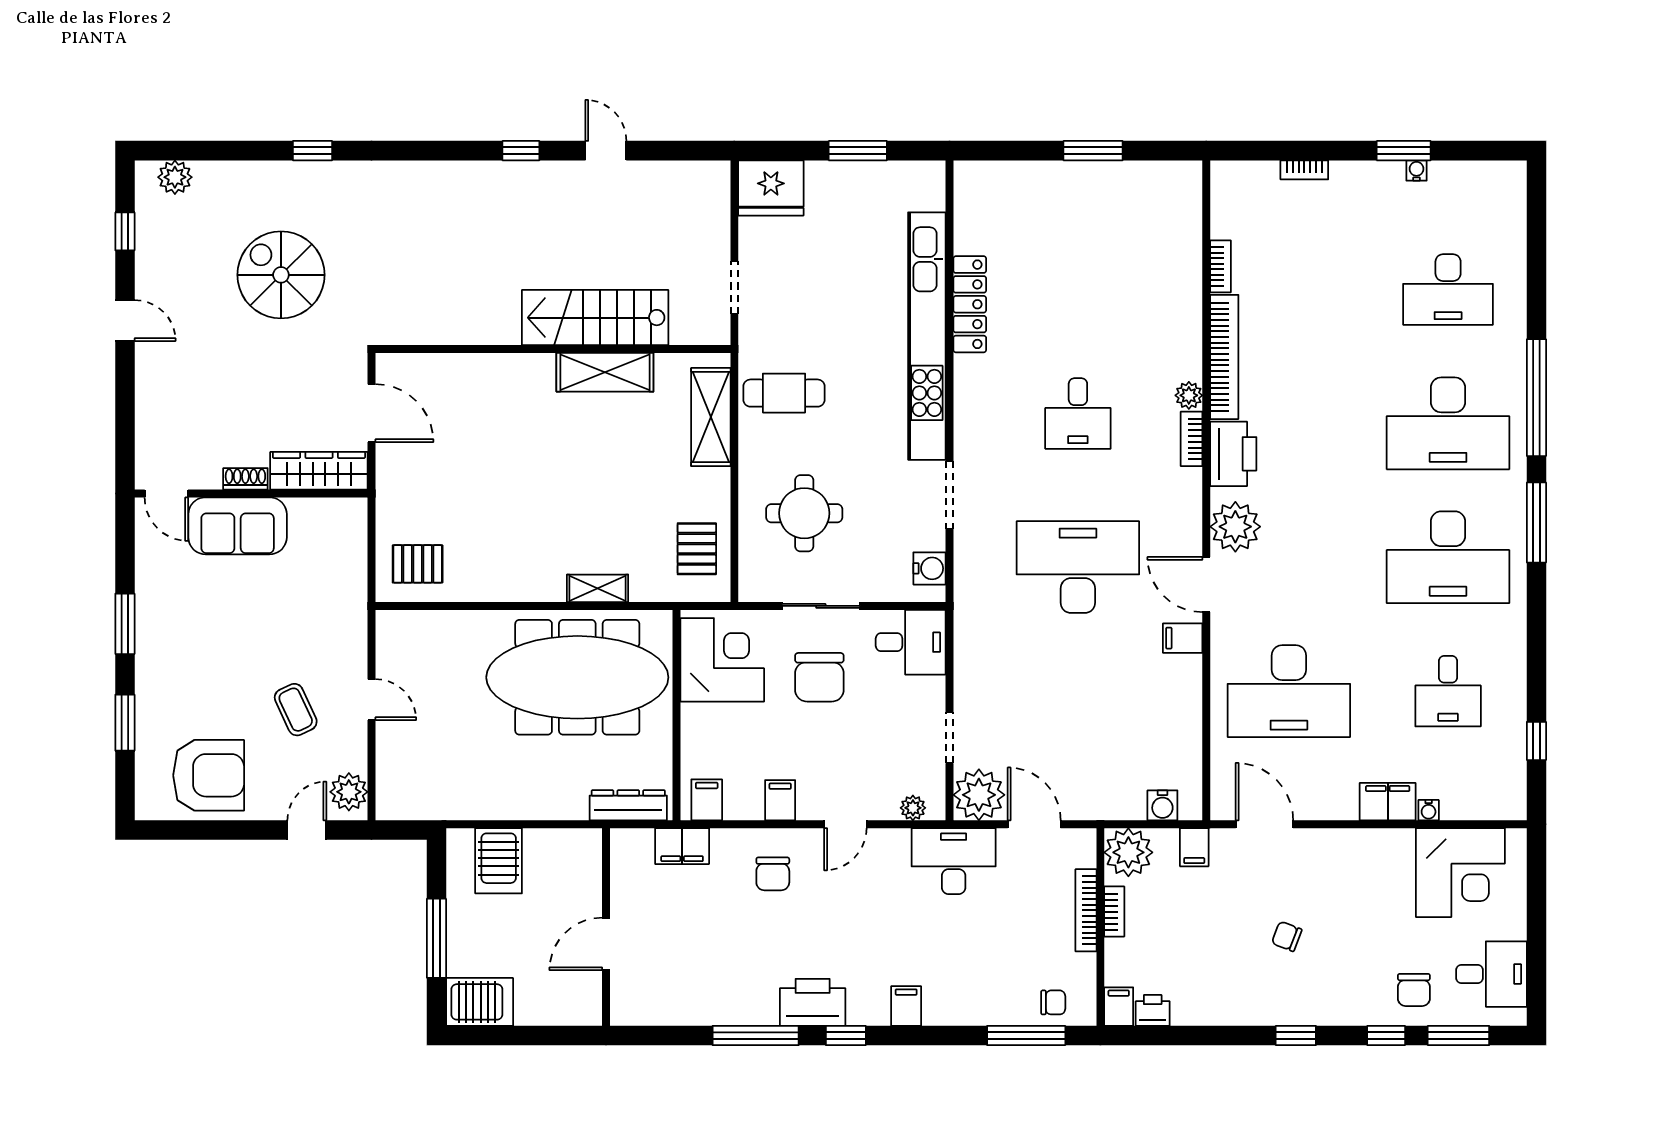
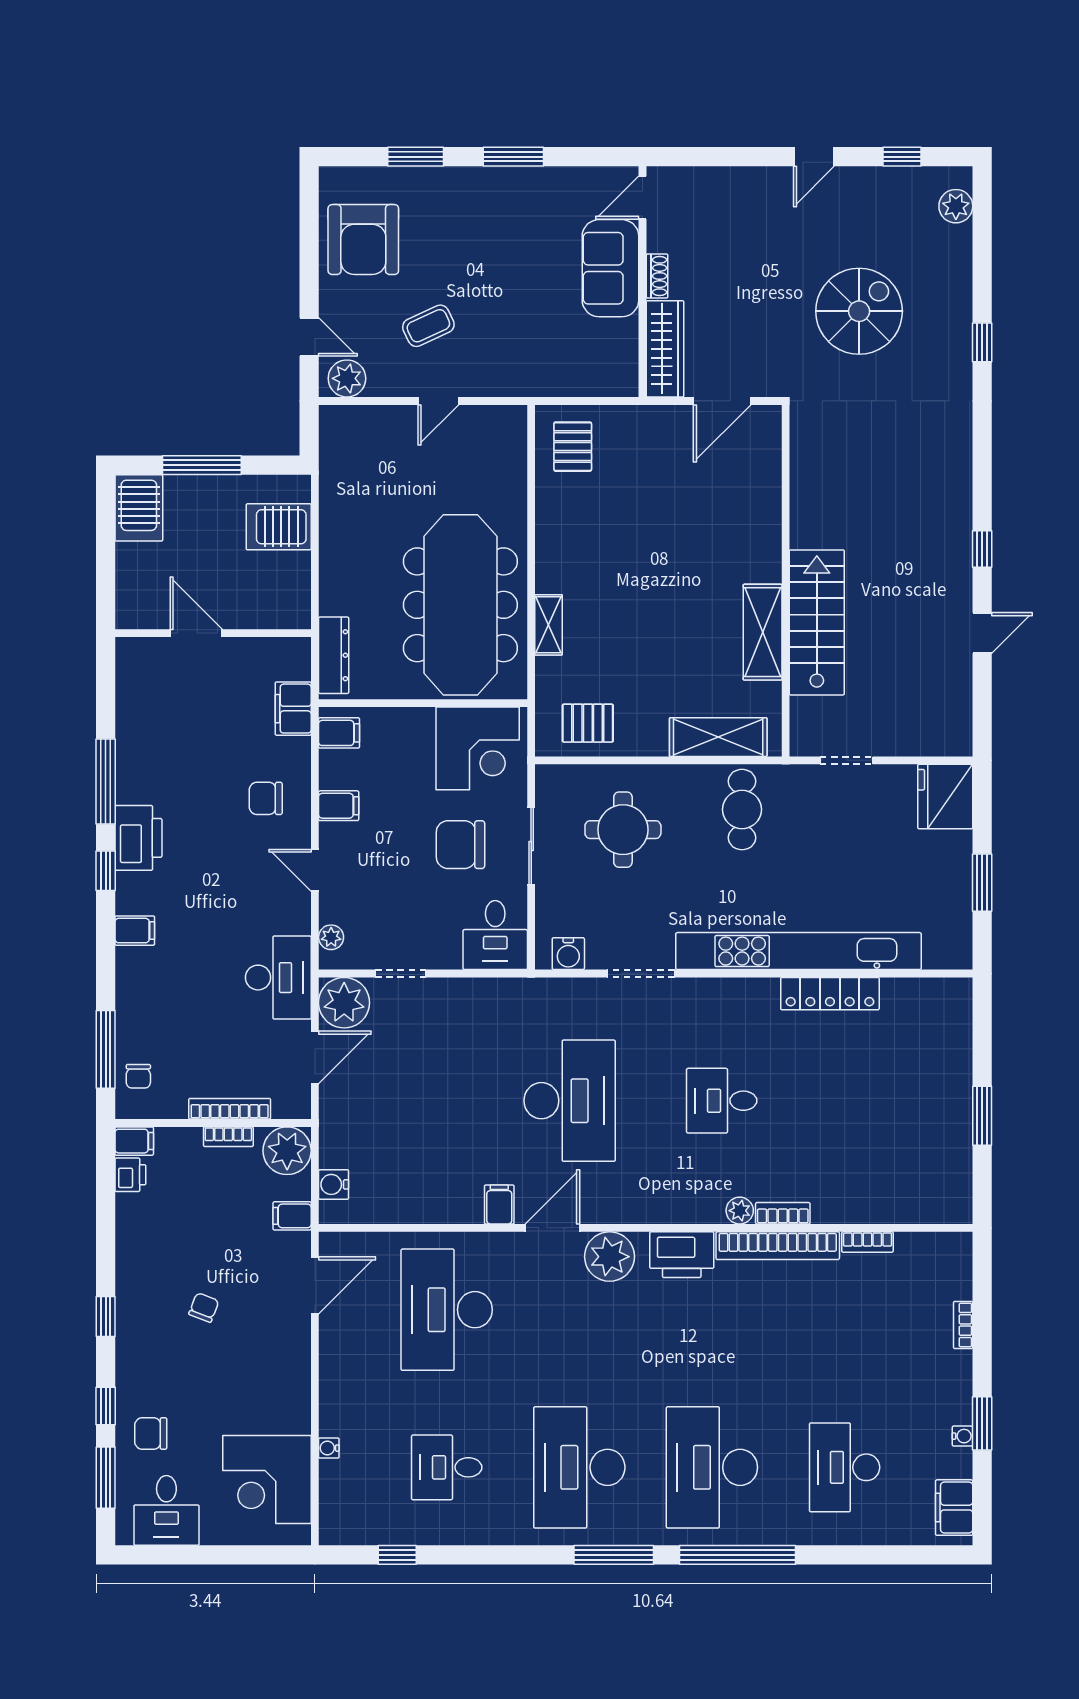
bookcase: (1192, 439) -> (783, 1213), moved
filing cabinet: (1388, 802) -> (954, 1508), moved, turned 180

